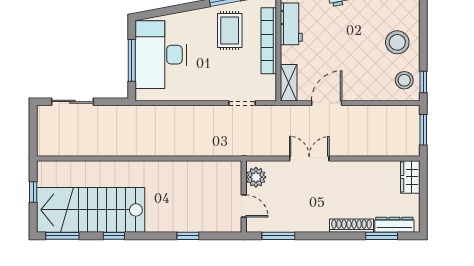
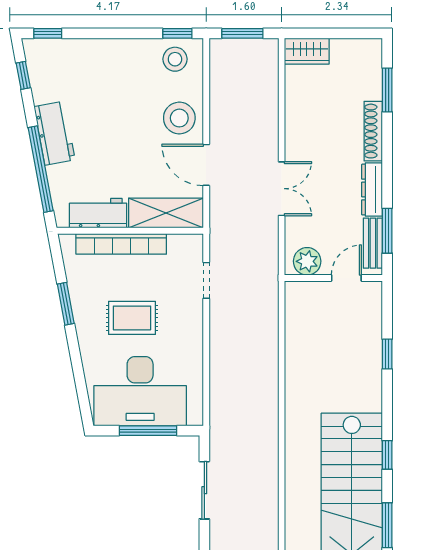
rug: (230, 31) -> (132, 318), moved
stool: (397, 42) -> (179, 118), moved
shelving: (289, 83) -> (166, 213), width x1.50, depth x1.33
sliding door: (72, 102) -> (204, 490), moved
double door: (309, 158) -> (282, 189), swing flipped
bench: (269, 225) -> (373, 243), added
dresser: (394, 225) -> (372, 190), moved

